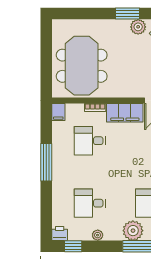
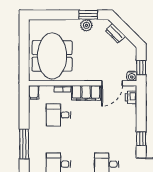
plant: (138, 27) -> (86, 25), moved
window: (46, 162) -> (24, 144), moved

